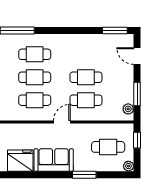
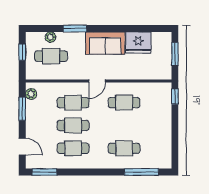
cafe table: (35, 77) -> (73, 148), moved
window: (137, 140) -> (22, 52), moved
plant: (128, 166) -> (50, 37), moved

